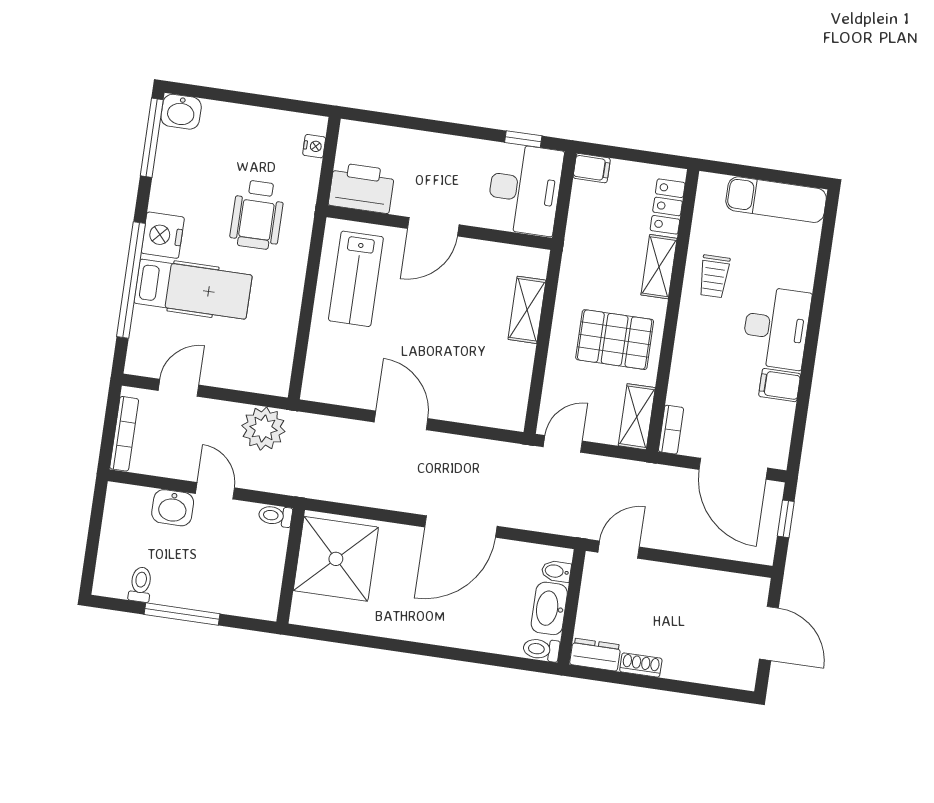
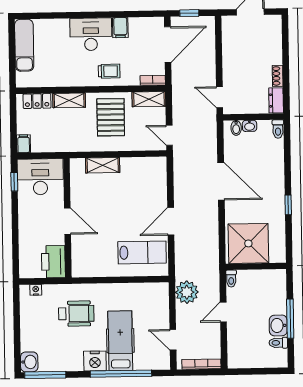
trolley: (714, 276) -> (109, 71), moved
lab bench: (356, 279) -> (142, 252), moved
washbasin: (173, 508) -> (278, 325), moved, turned 180
washbasin: (549, 608) -> (250, 126), width x0.52, depth x0.69
window: (396, 645) -> (288, 205), added

